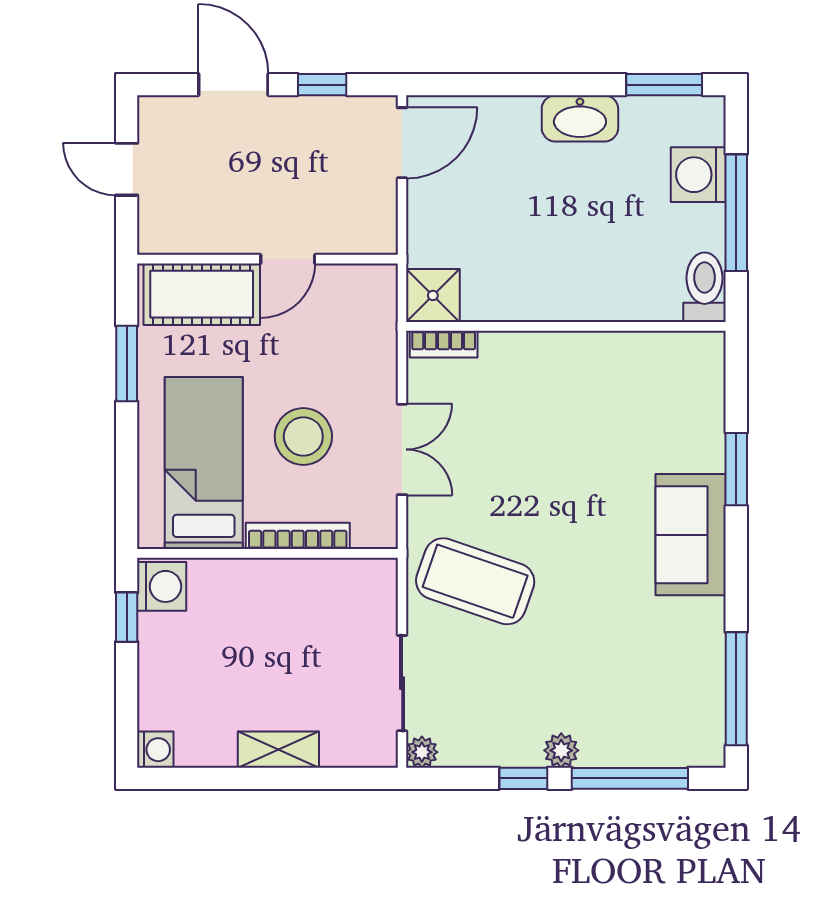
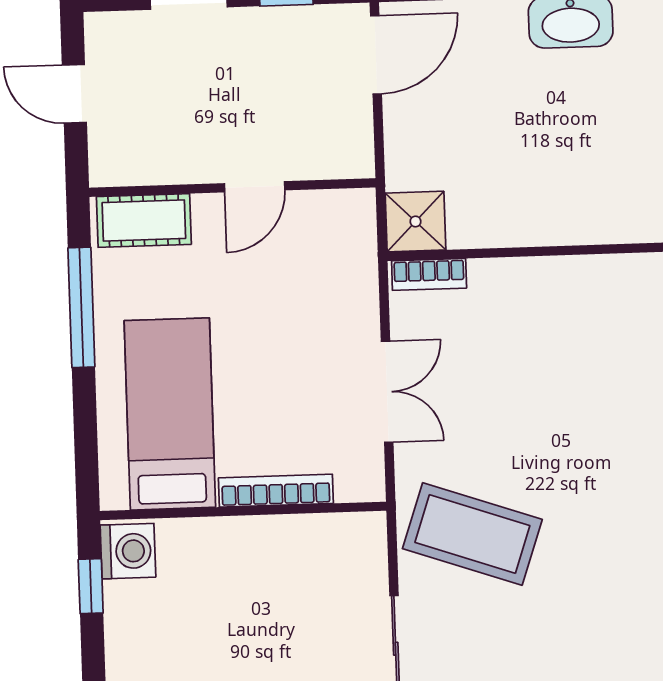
cot: (202, 294) -> (144, 220), width x0.73, depth x0.75
window: (127, 364) -> (81, 307), width x1.44
stool: (303, 436) -> (278, 381), removed

